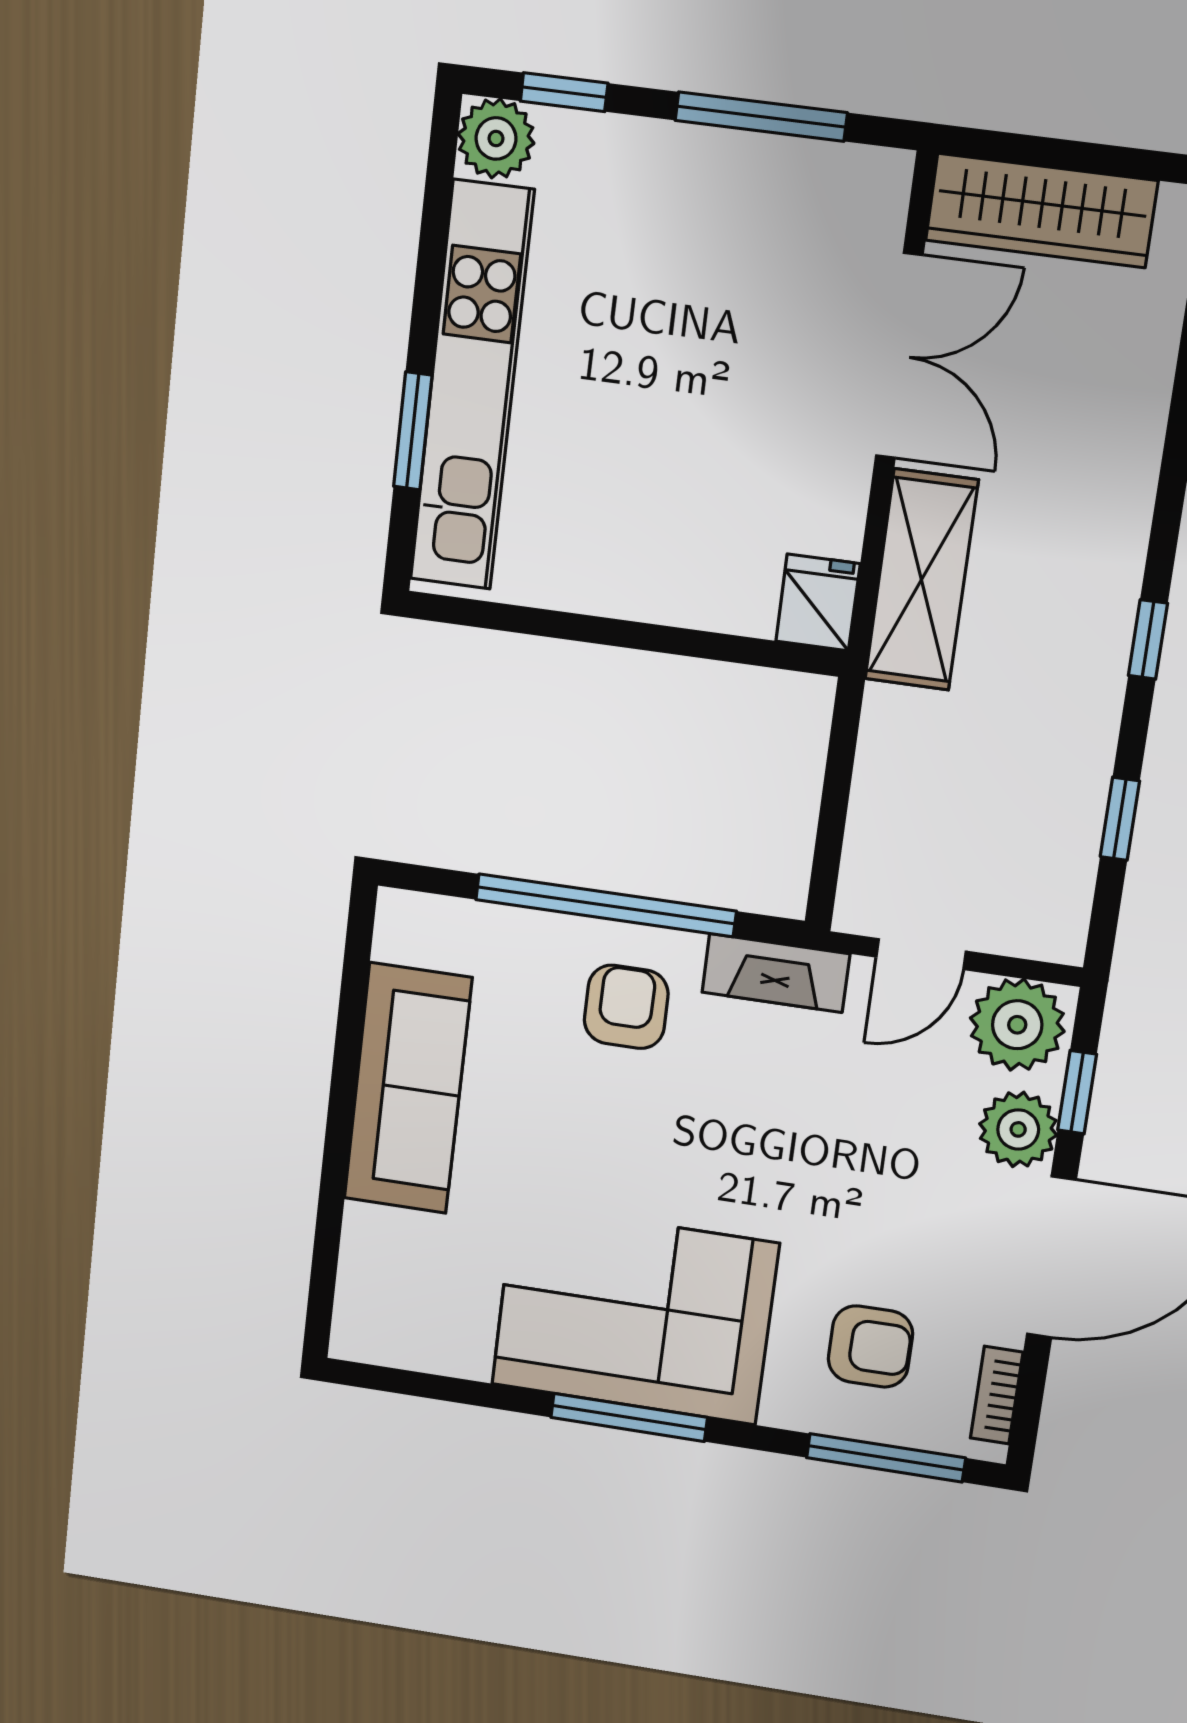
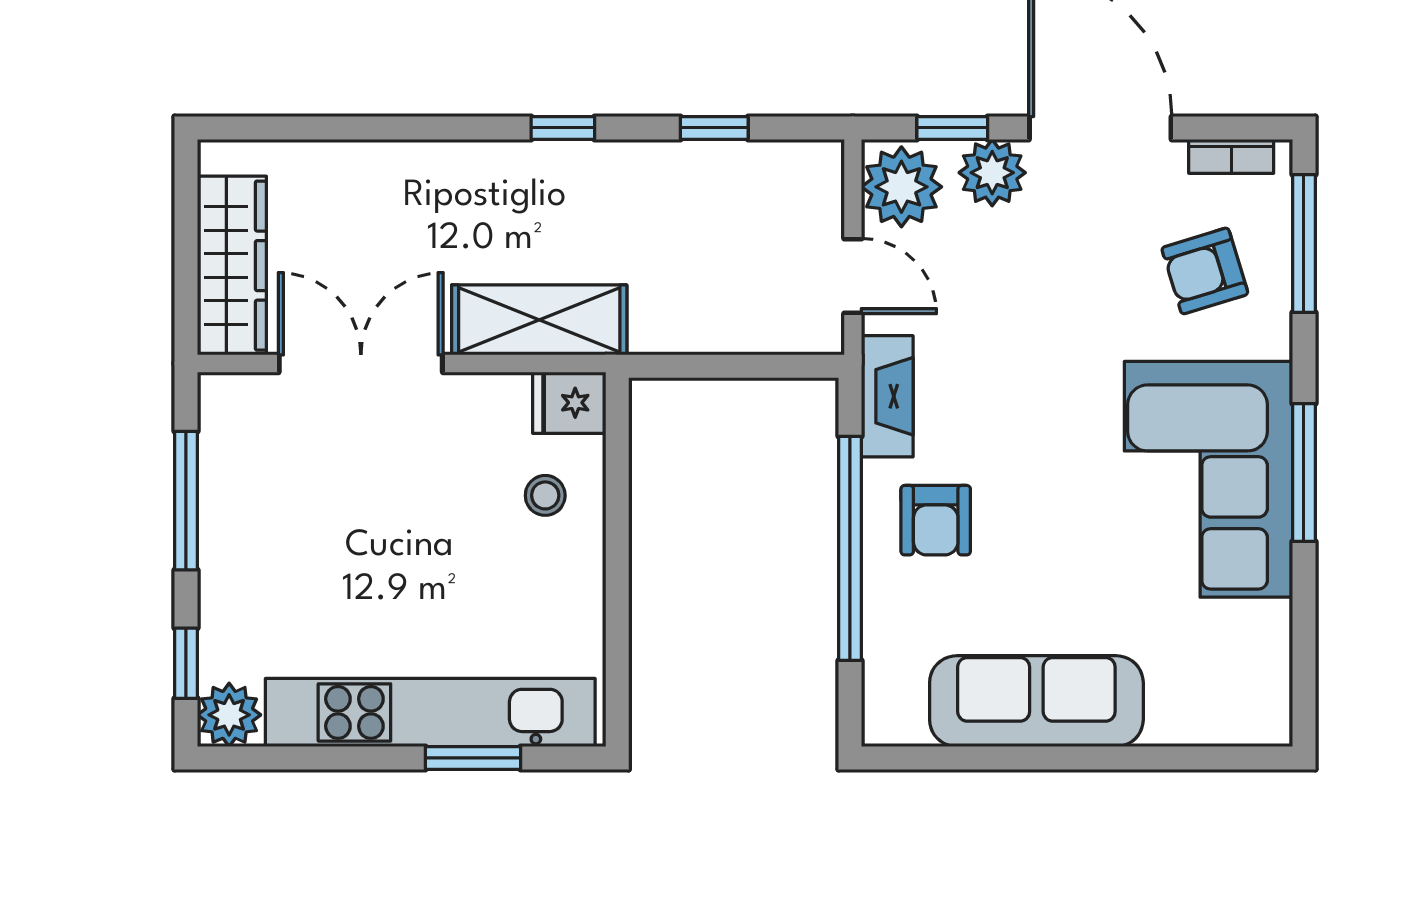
stool: (712, 559) -> (545, 495), added
armchair: (626, 1007) -> (936, 520), turned -90
armchair: (870, 1346) -> (1205, 271), turned -107

